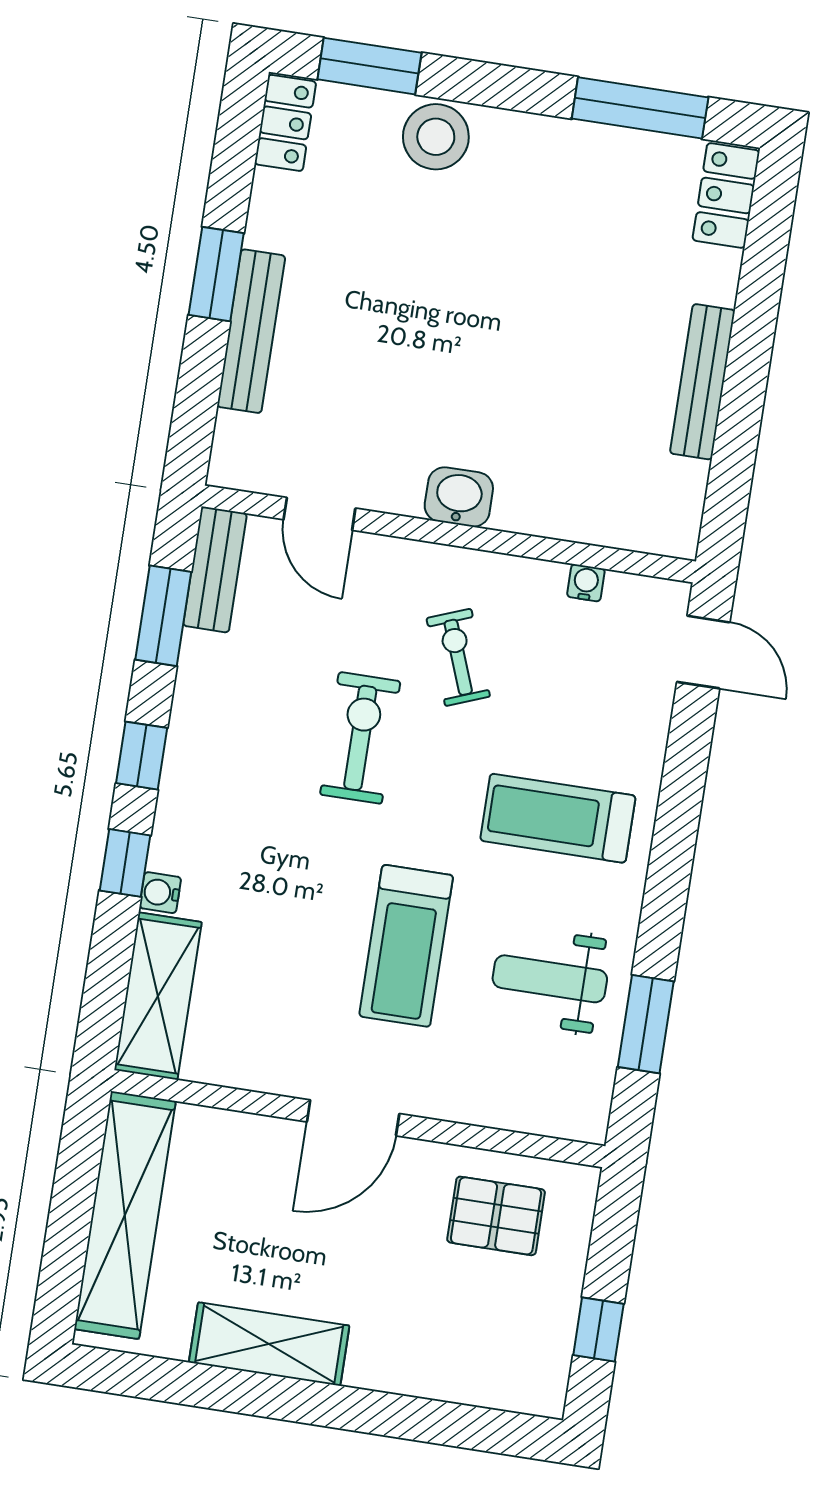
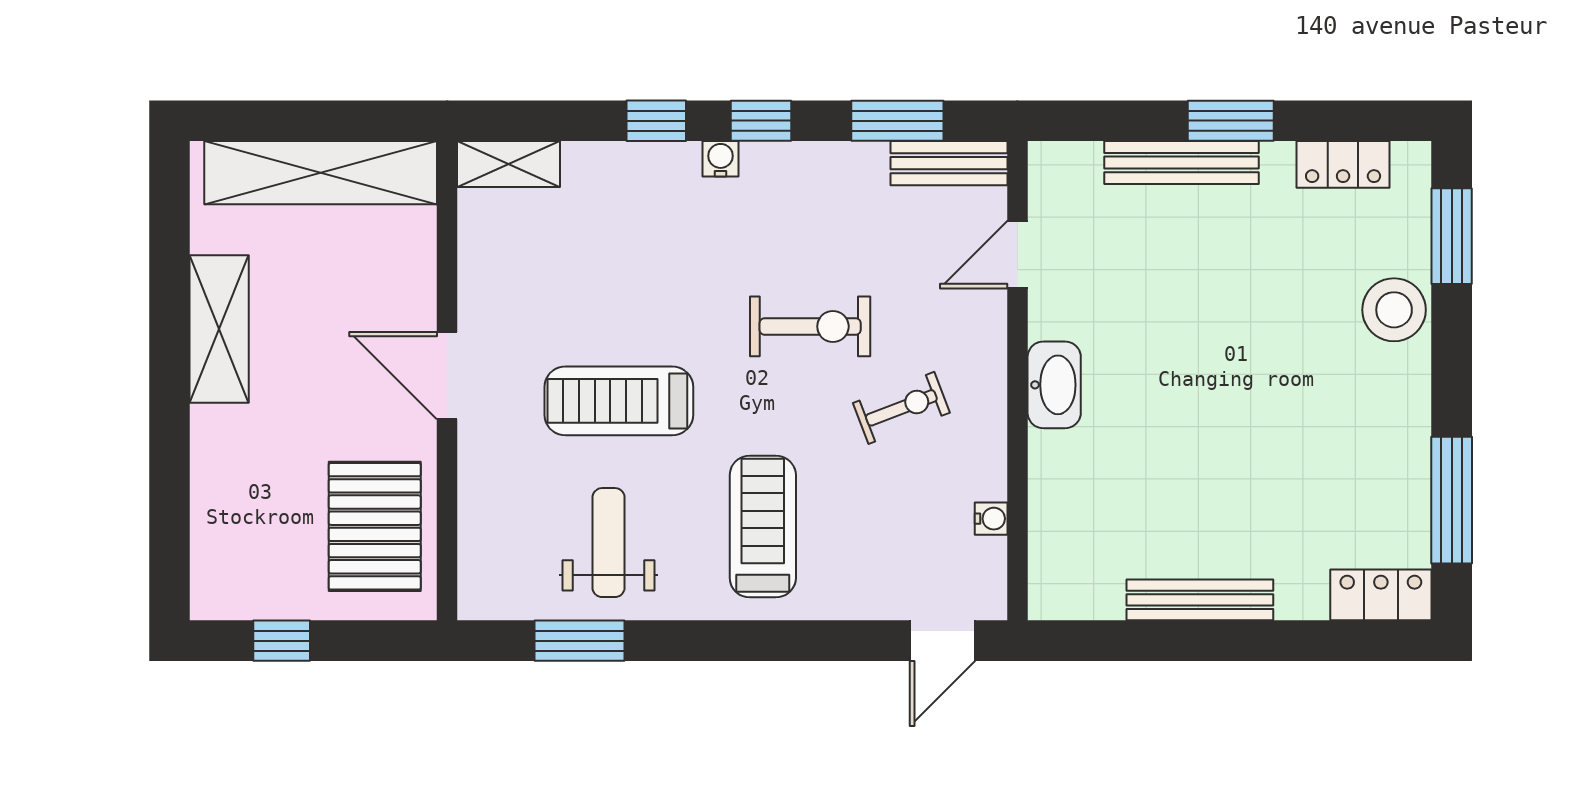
locker: (285, 123) -> (1343, 164), moved
washbasin: (459, 497) -> (1054, 385), width x1.38
water cooler: (160, 893) -> (721, 159), moved
shelving: (158, 996) -> (509, 164), width x0.67, depth x0.75
pallet: (496, 1216) -> (375, 526), width x1.50, depth x1.42

